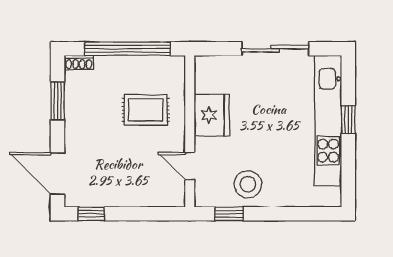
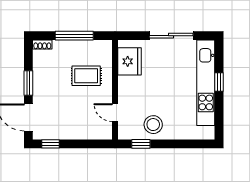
window: (128, 49) -> (74, 36), width x0.68
window: (58, 101) -> (28, 83), moved
fridge: (212, 115) -> (129, 61), moved

